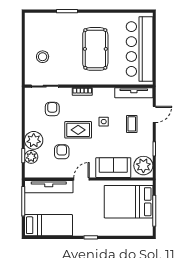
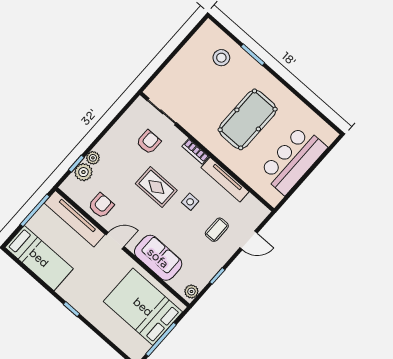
bar counter: (140, 49) -> (293, 160), width x0.73
stool: (43, 57) -> (221, 58), moved
tv unit: (134, 93) -> (225, 180), moved
plant: (34, 140) -> (93, 158), width x0.53, depth x0.53
armchair: (62, 152) -> (101, 206), moved
plant: (143, 166) -> (191, 292), width x0.53, depth x0.53

